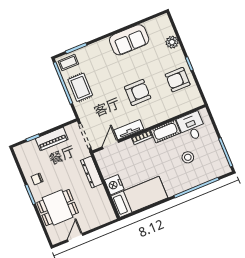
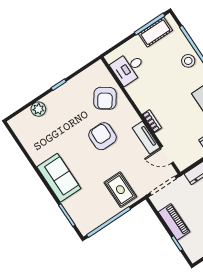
sofa: (129, 40) -> (59, 178), moved
coffee table: (68, 63) -> (85, 221), removed
armchair: (178, 80) -> (105, 98), moved, turned 35
rug: (80, 87) -> (120, 190), moved, turned 90
cot: (165, 131) -> (155, 32), moved, turned 90
stool: (188, 157) -> (188, 61), moved

